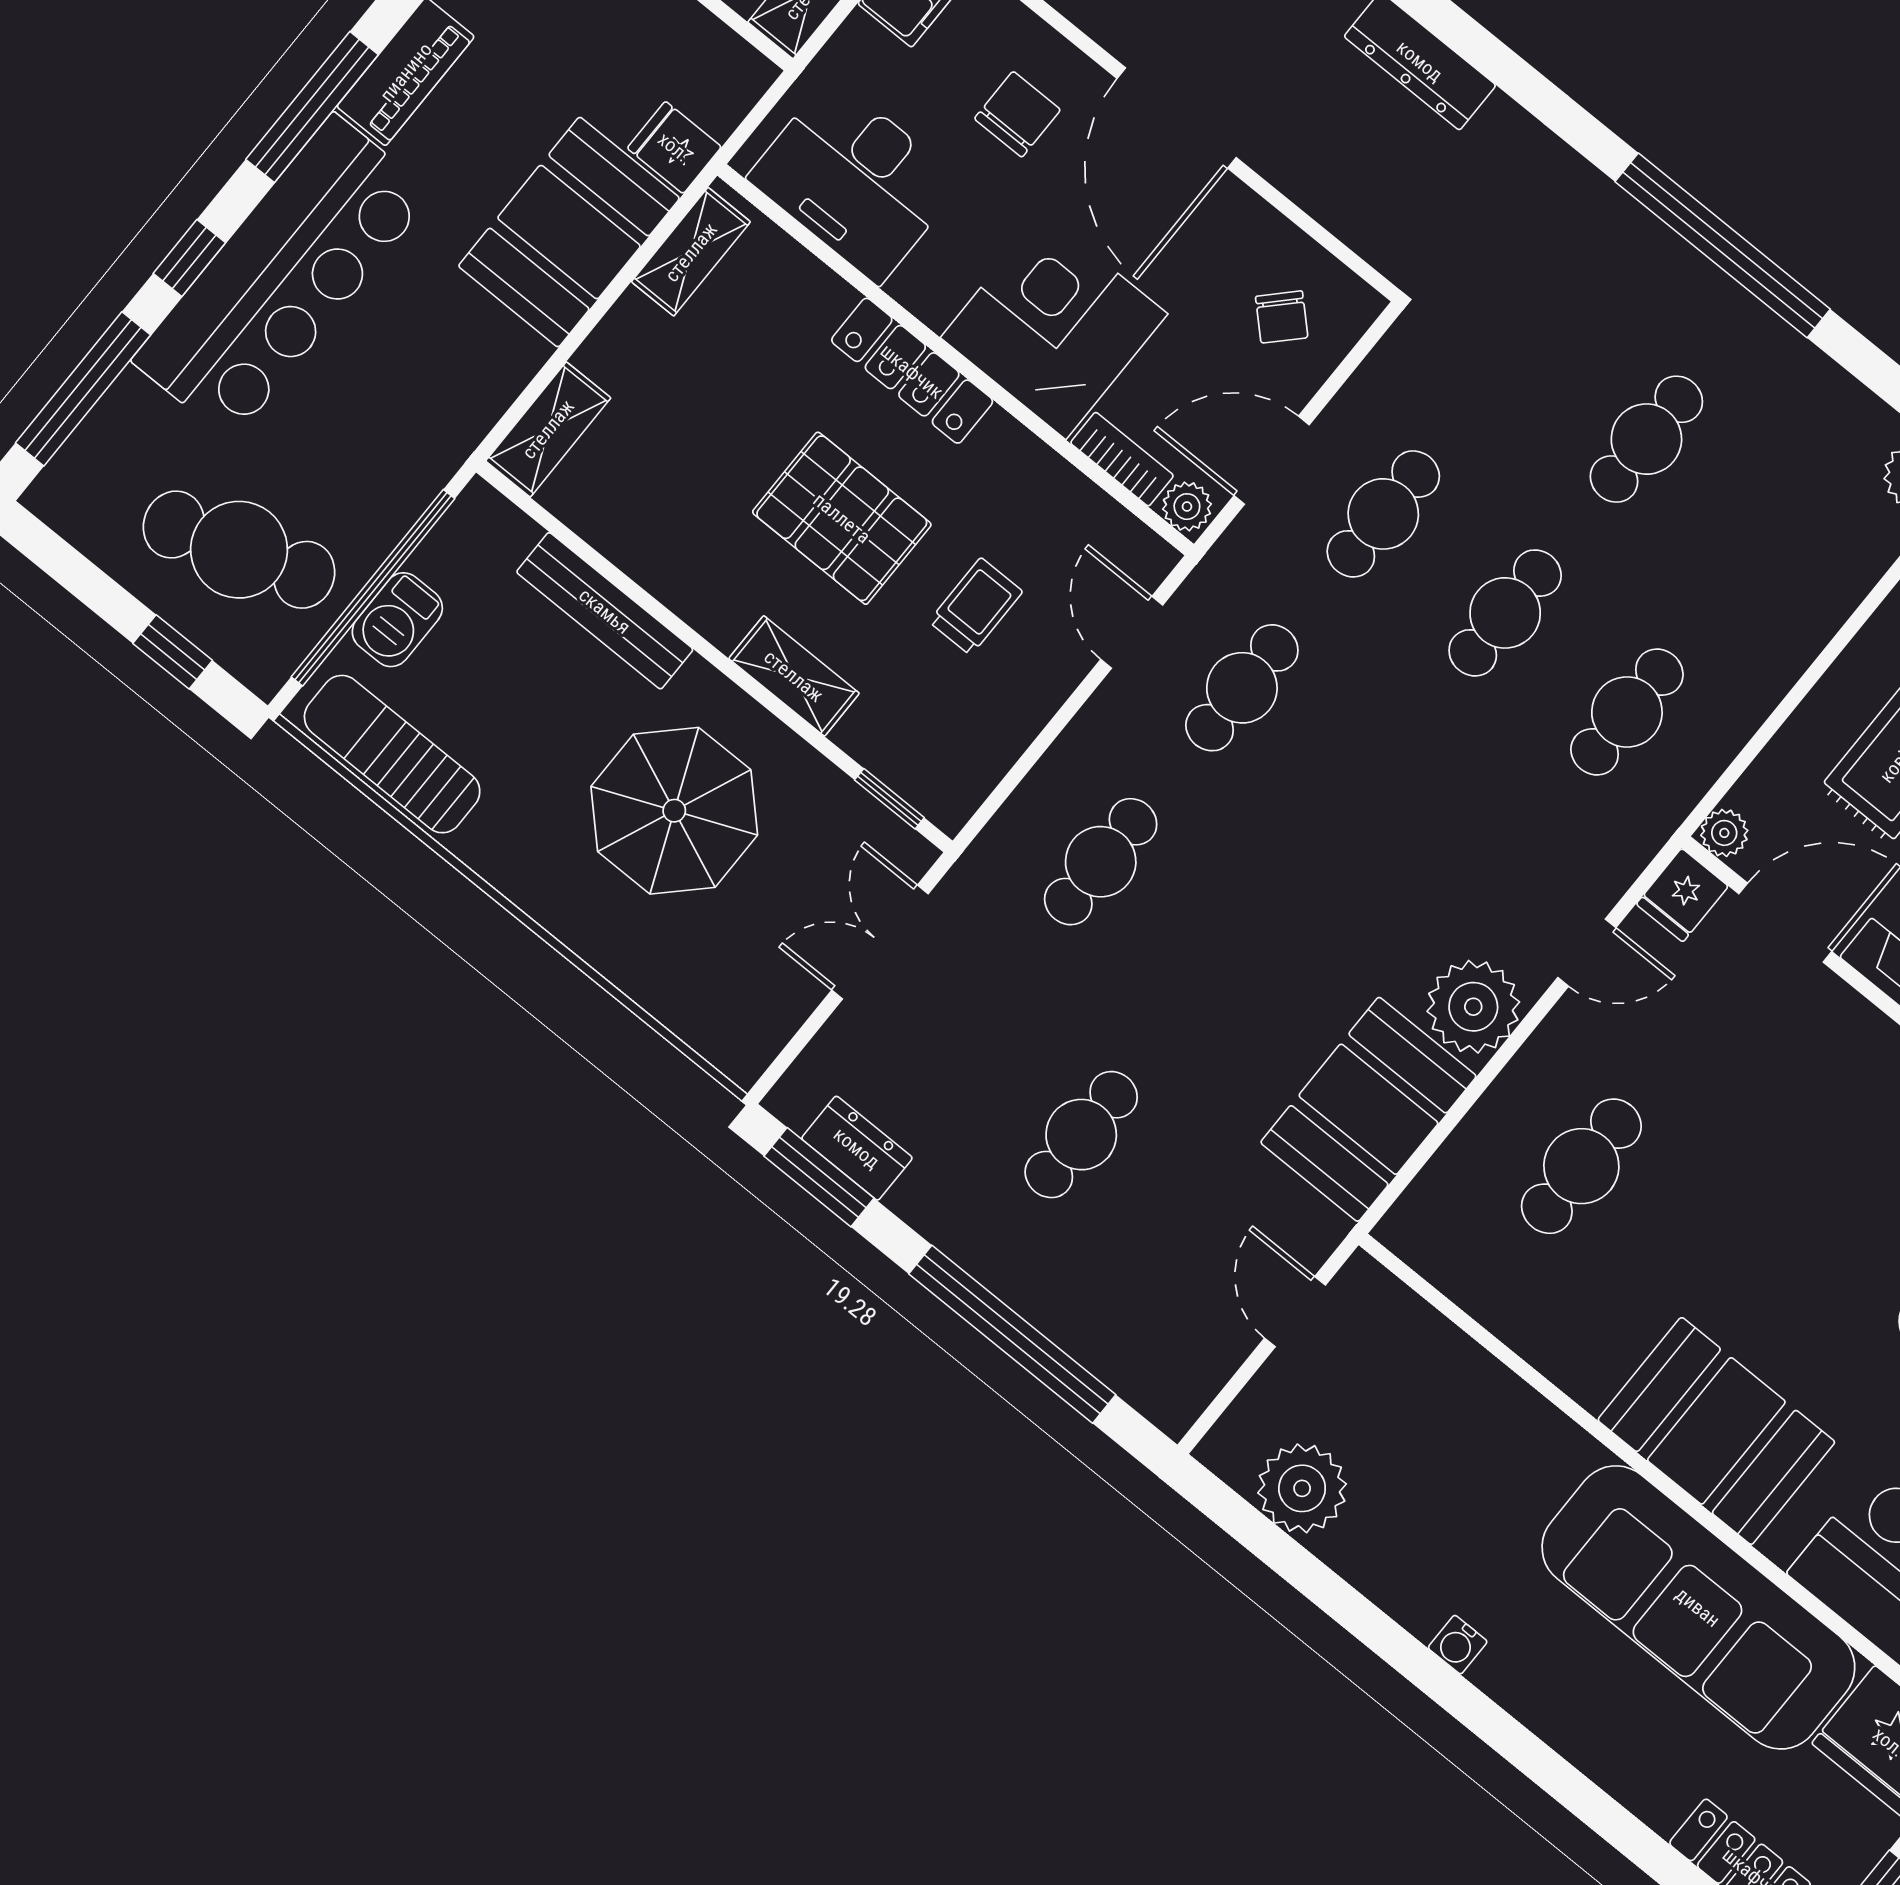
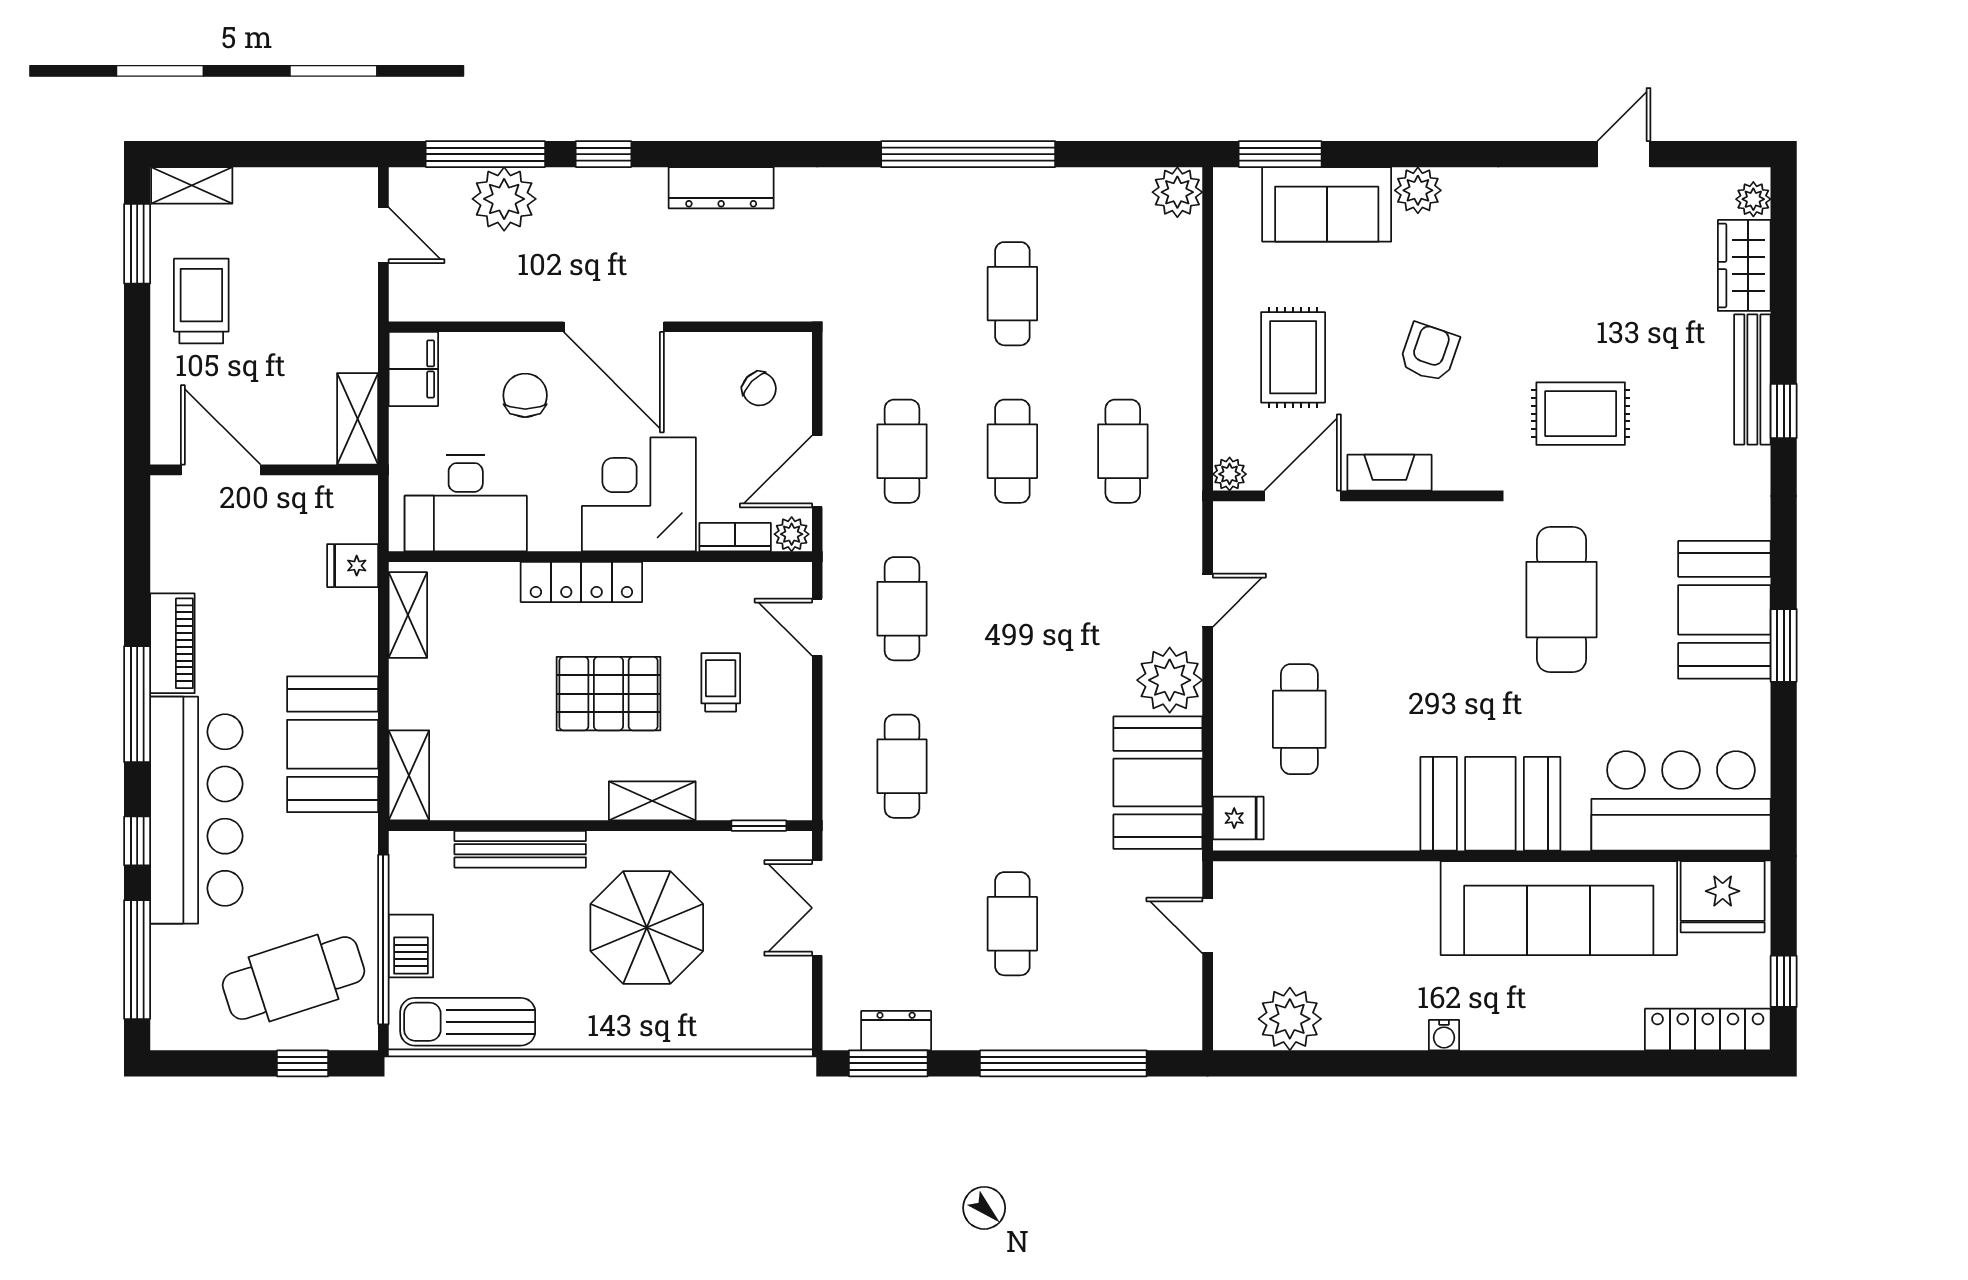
booth: (569, 232) -> (333, 744), moved
fridge: (1682, 895) -> (1238, 818), moved, turned -90

